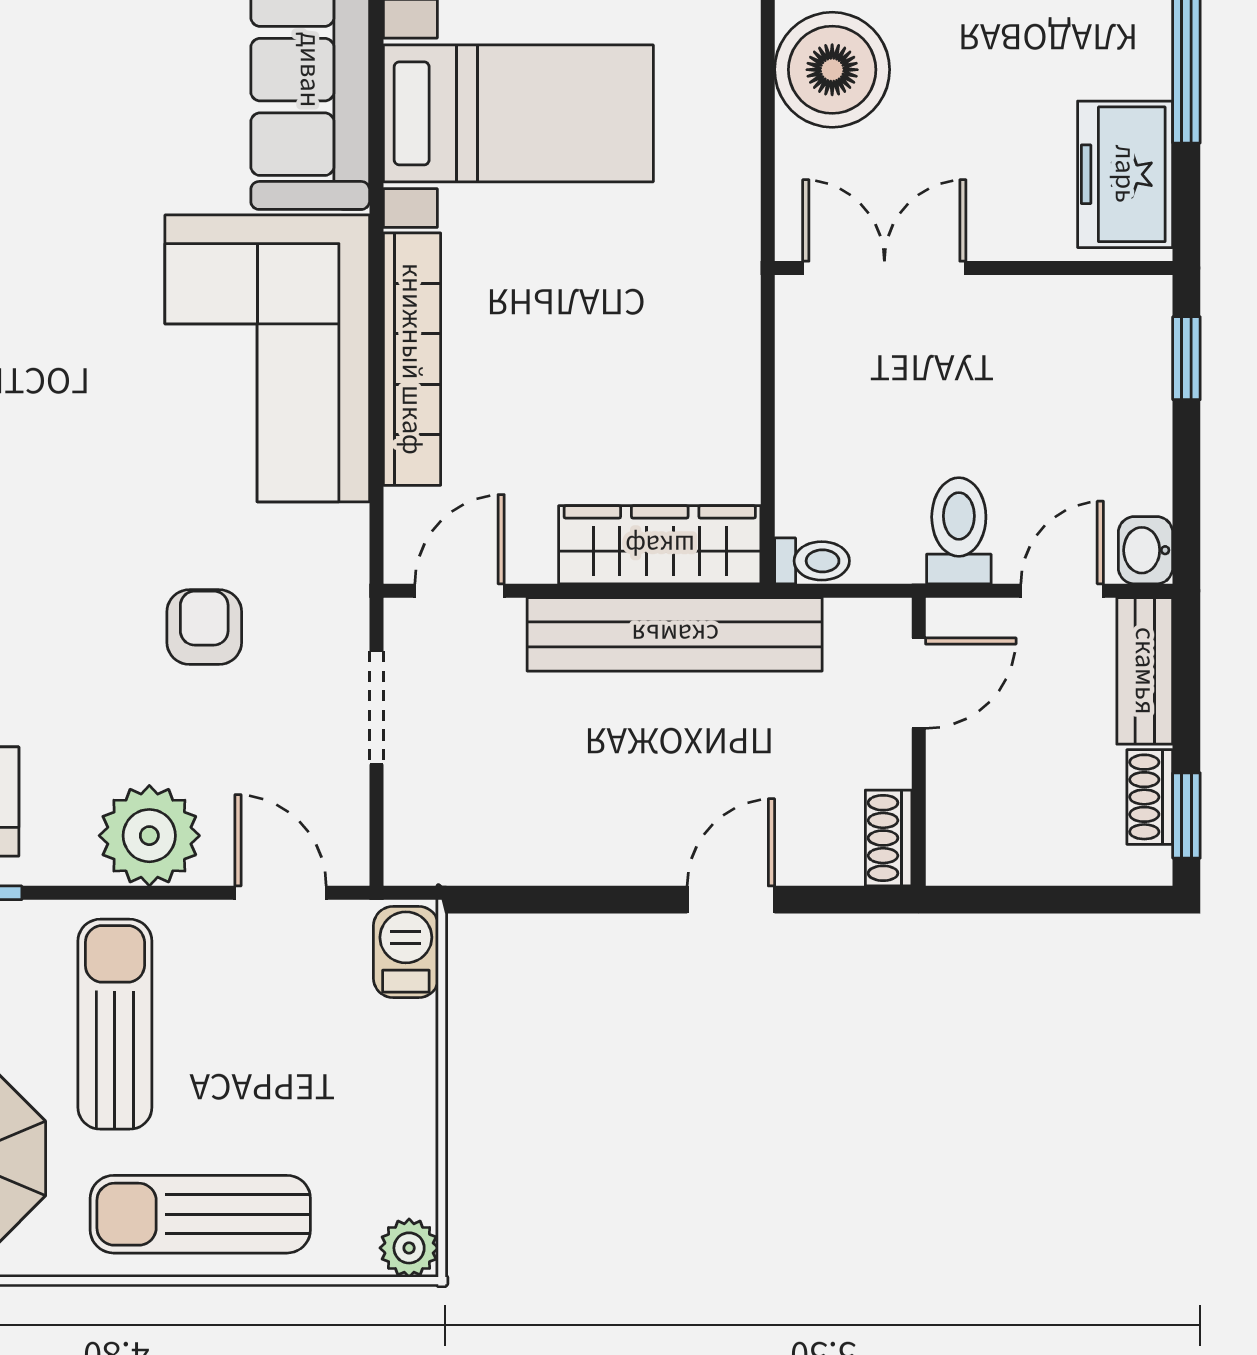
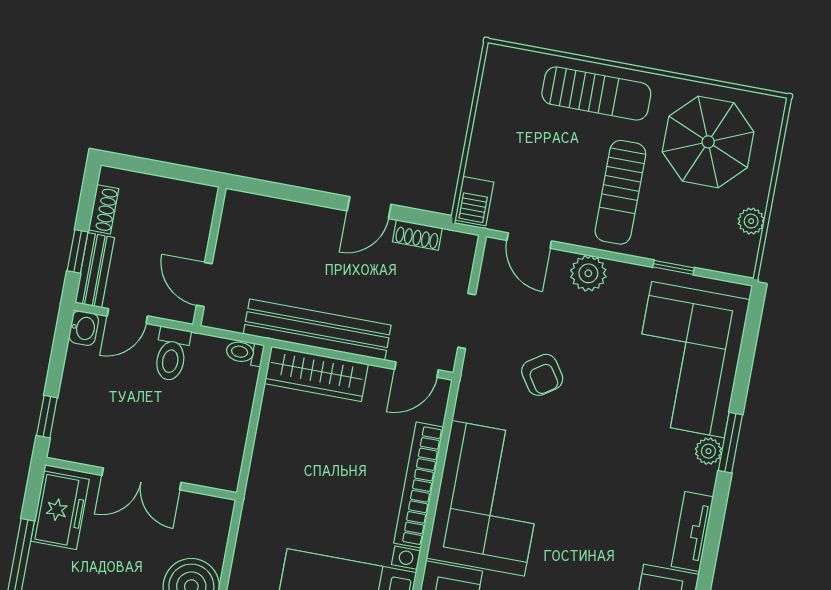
double door: (884, 268) -> (142, 479), moved
armchair: (204, 627) -> (542, 375), turned -34
door: (919, 683) -> (204, 284), hinge flipped
window: (1186, 815) -> (78, 251), moved
plant: (149, 836) -> (588, 273), width x0.73, depth x0.73
shoe rack: (889, 838) -> (417, 235), moved, turned 90
door: (731, 900) -> (369, 208), moved
plant: (409, 1248) -> (499, 59), removed

